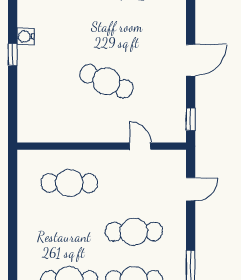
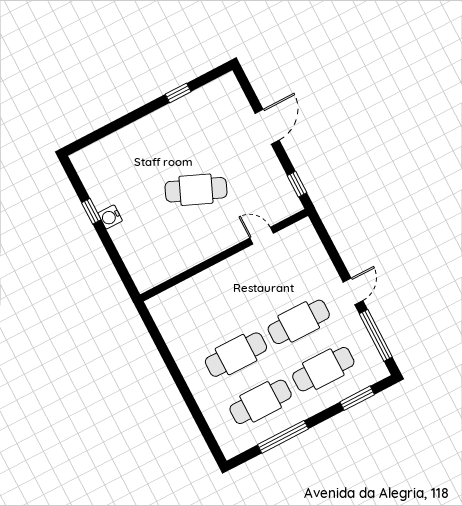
water cooler: (26, 37) -> (110, 217), moved
cafe table: (69, 183) -> (236, 355), moved
door: (191, 189) -> (353, 291), moved

